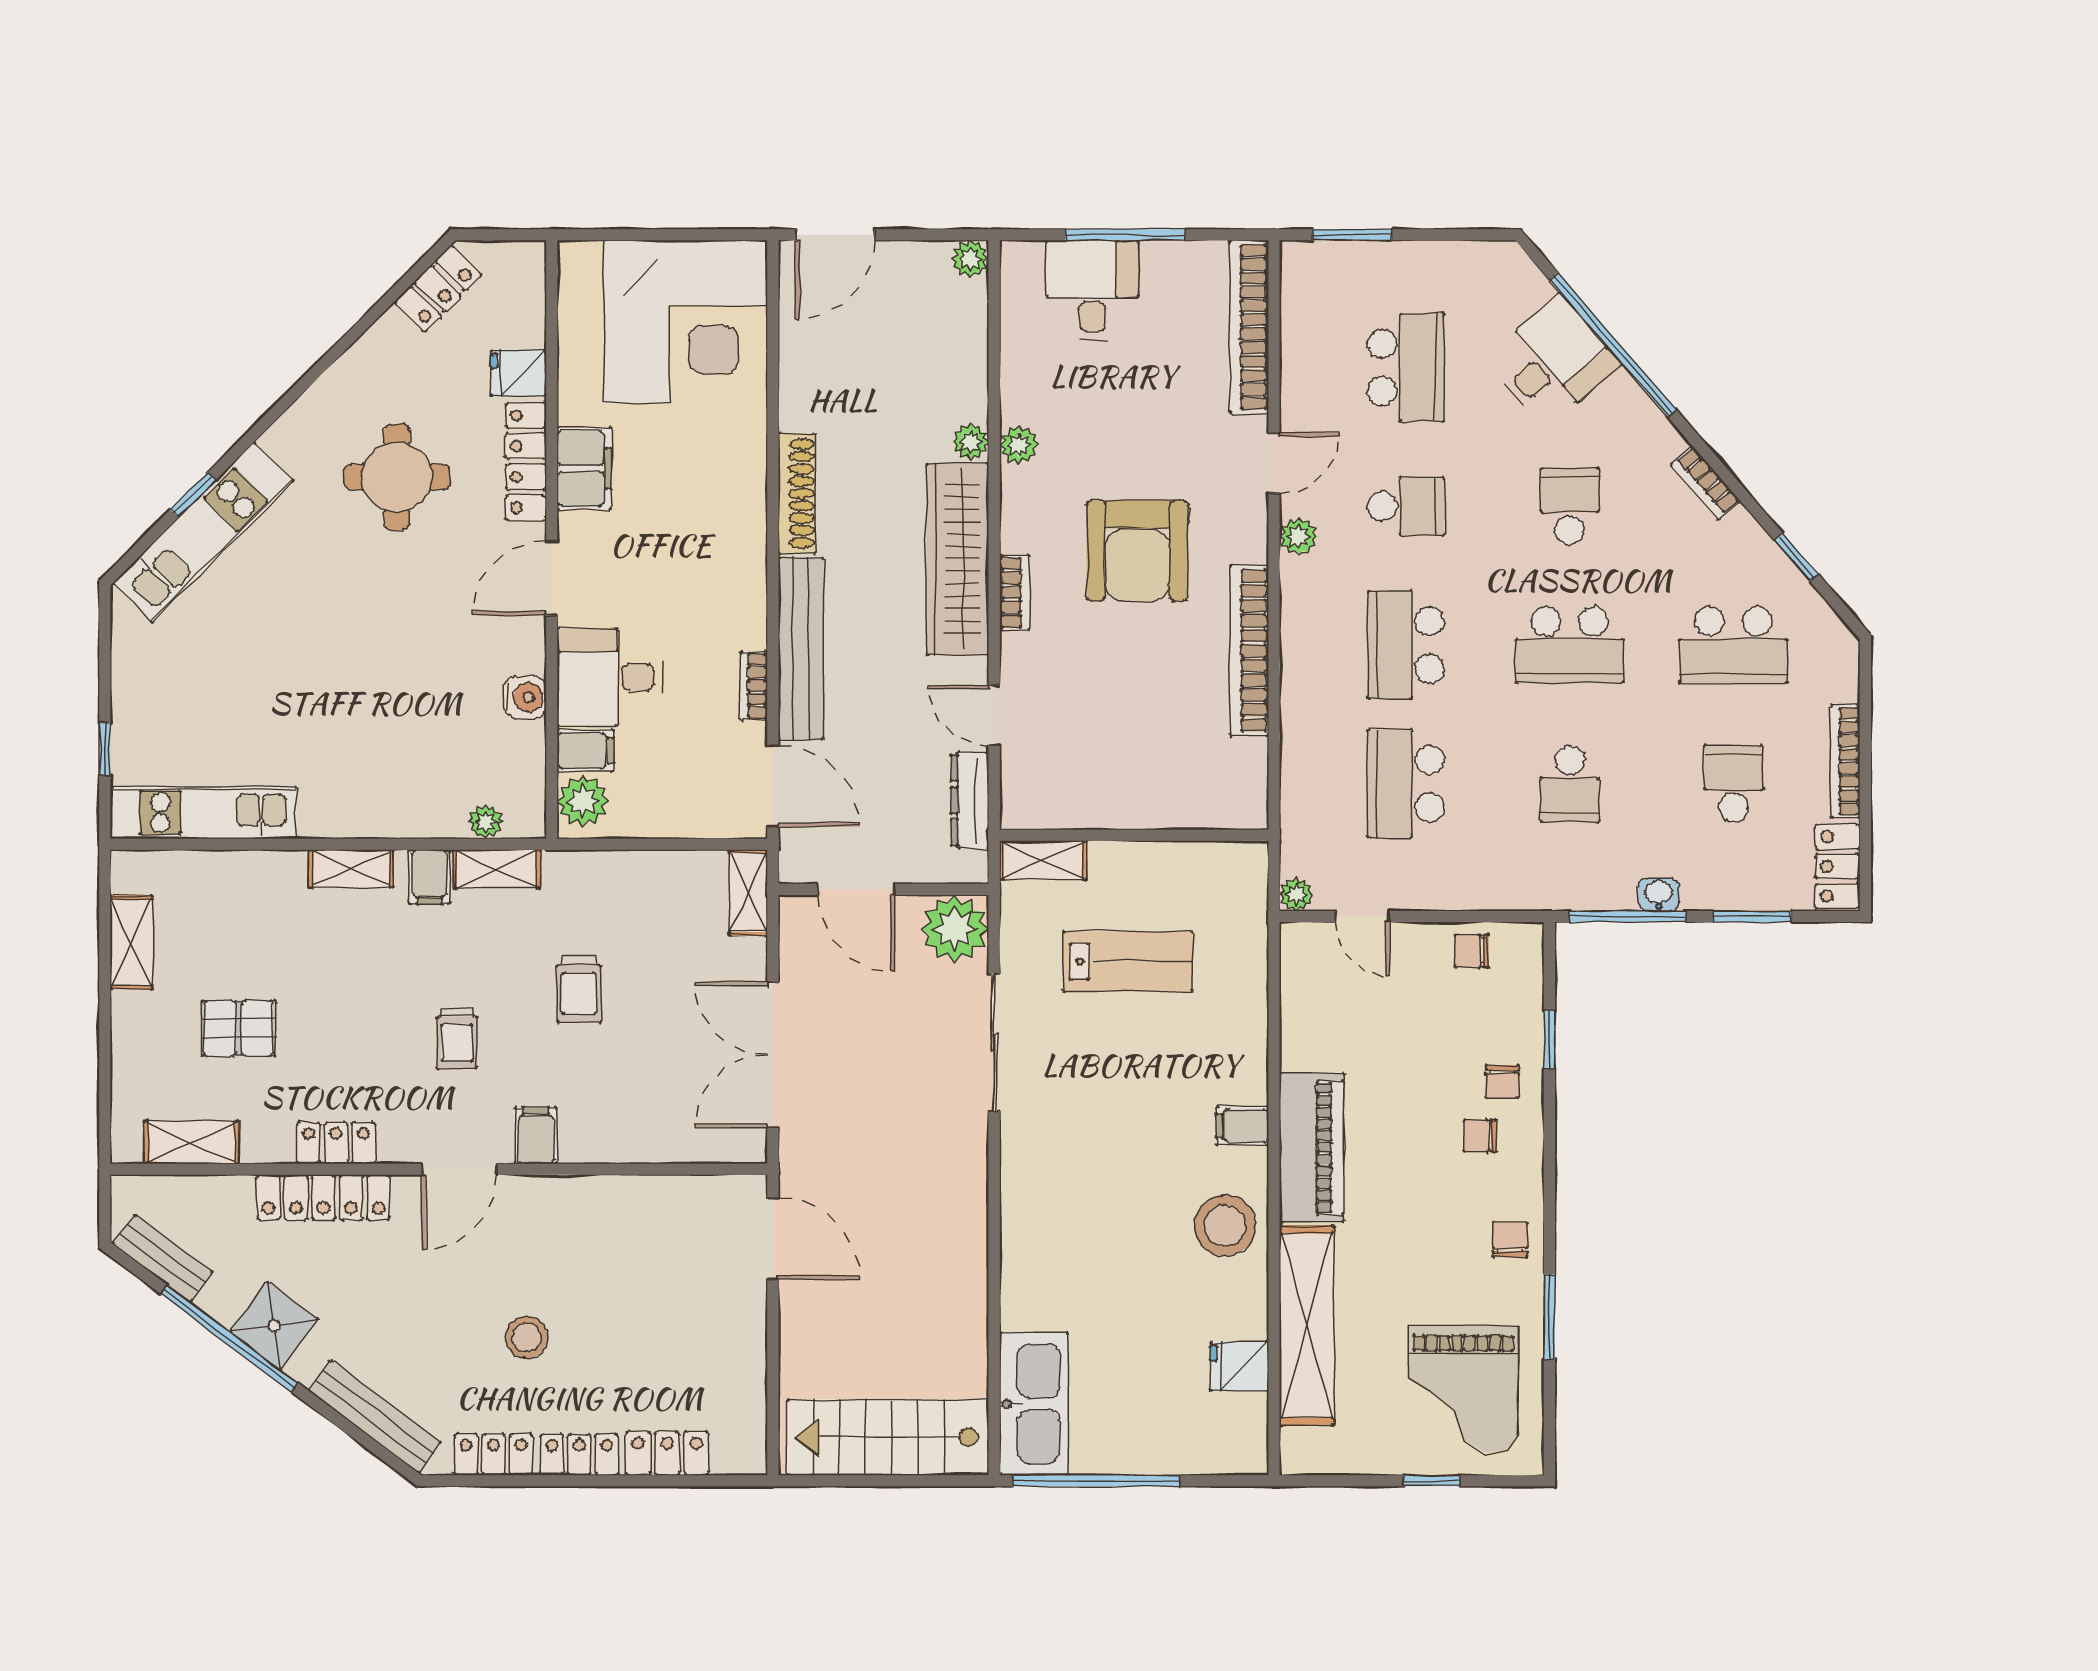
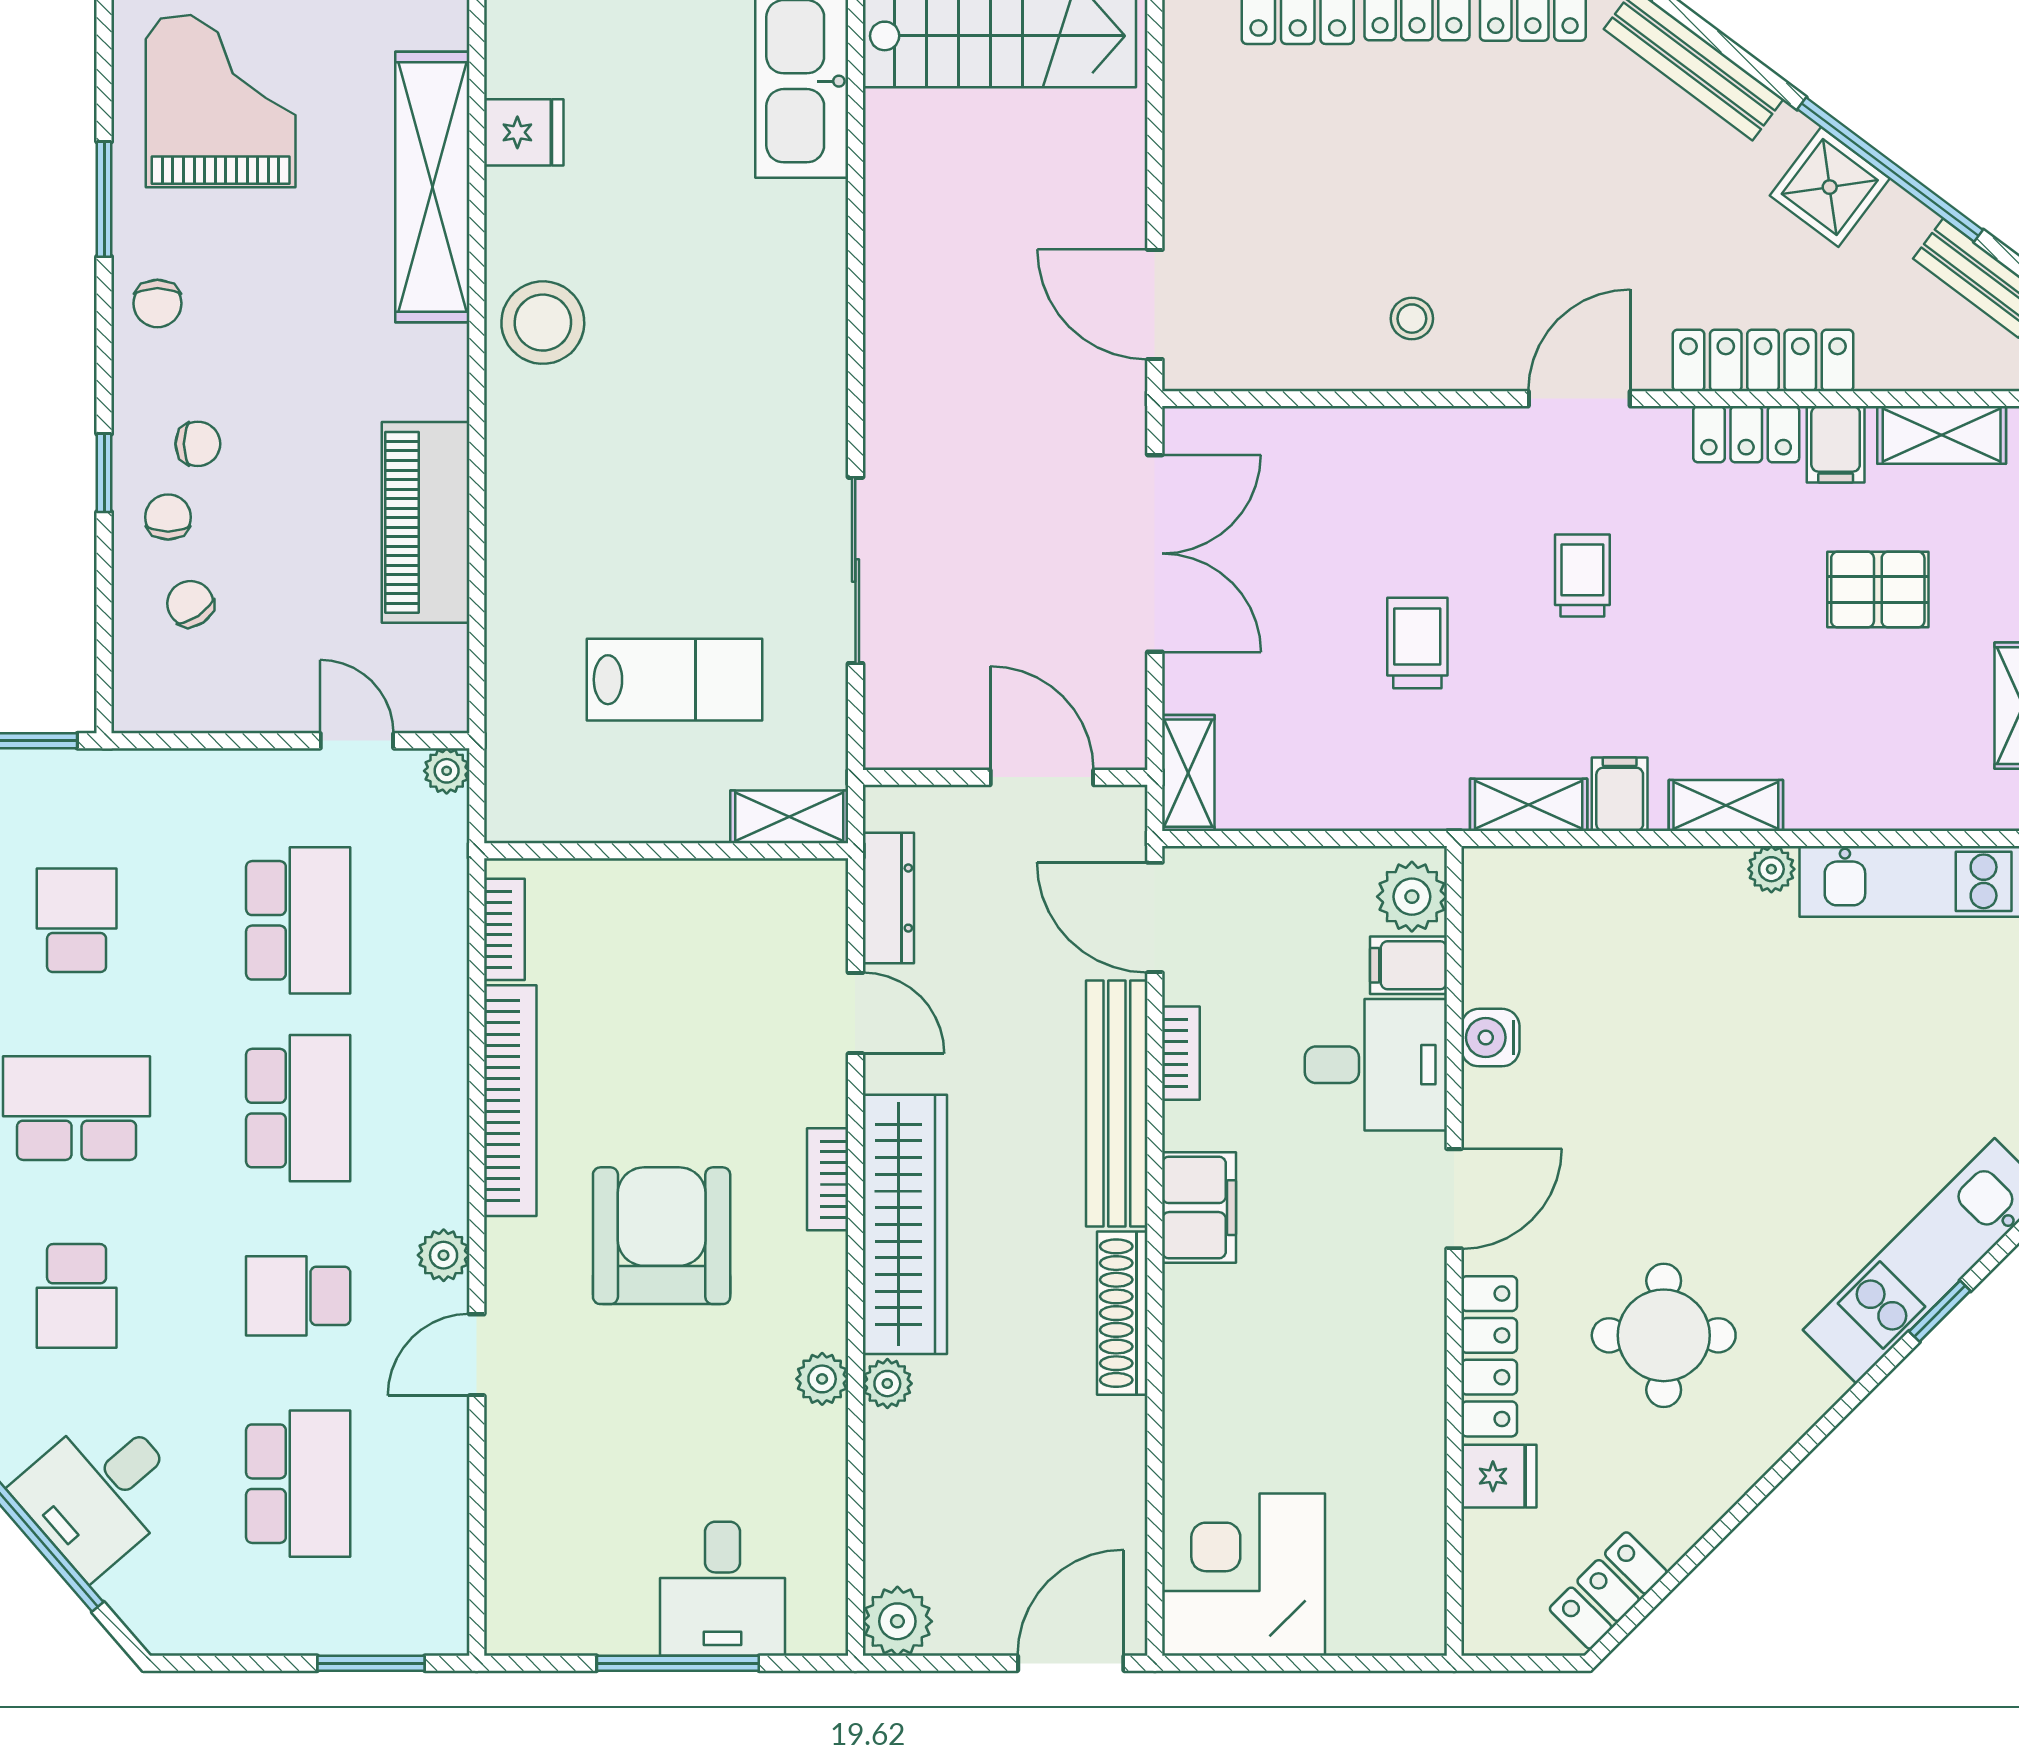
plant: (970, 259) -> (897, 1621), width x1.38, depth x1.38
corner desk: (686, 322) -> (1243, 1575), width x0.74, depth x0.74
bookcase: (1249, 327) -> (504, 929), moved, width x0.43, depth x0.76
school desk: (1406, 367) -> (298, 1484), turned 180
filing cabinet: (584, 468) -> (1199, 1208), moved, turned 180
plant: (486, 822) -> (1771, 869), moved
plant: (955, 929) -> (909, 724), removed
chair: (1472, 951) -> (190, 604), moved, turned -124
lab bench: (1128, 962) -> (675, 680), turned 180
window: (1549, 1039) -> (104, 473), moved
filing cabinet: (1242, 1126) -> (520, 458), removed
filing cabinet: (536, 1136) -> (1836, 444), moved
piano: (1312, 1148) -> (426, 522), moved
stool: (527, 1337) -> (1412, 319), moved, width x0.73, depth x0.73

